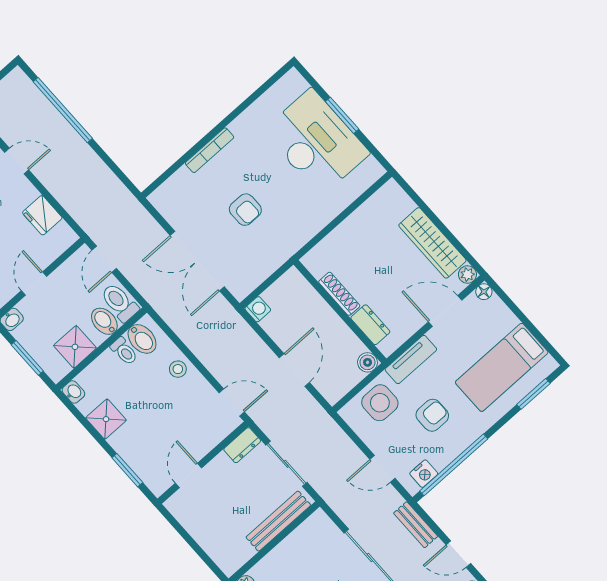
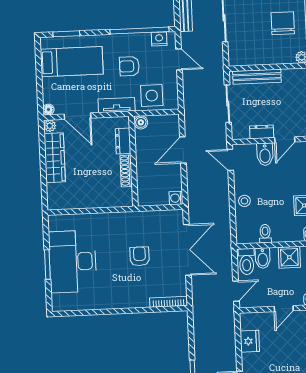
bookcase: (210, 150) -> (169, 302), moved
bidet: (142, 339) -> (265, 154), moved, turned 180
dresser: (242, 445) -> (262, 132), moved

